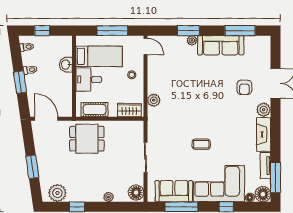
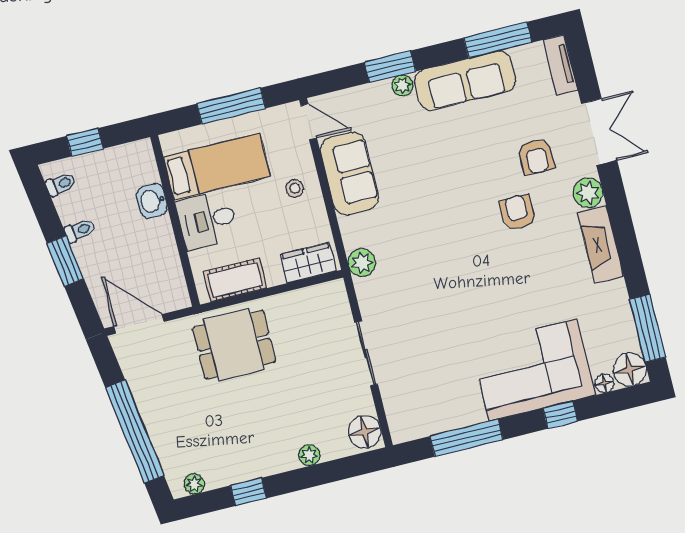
plant: (154, 100) -> (362, 263), moved
armchair: (230, 111) -> (517, 213), added
coffee table: (201, 144) -> (475, 297), removed
tv unit: (265, 166) -> (560, 65), moved
window: (32, 167) -> (135, 432), width x2.11
sofa: (174, 191) -> (349, 174), moved, turned 90
plant: (57, 193) -> (194, 484), width x0.53, depth x0.53

